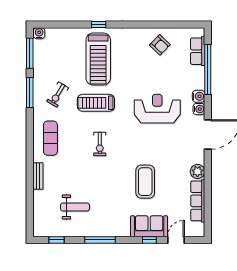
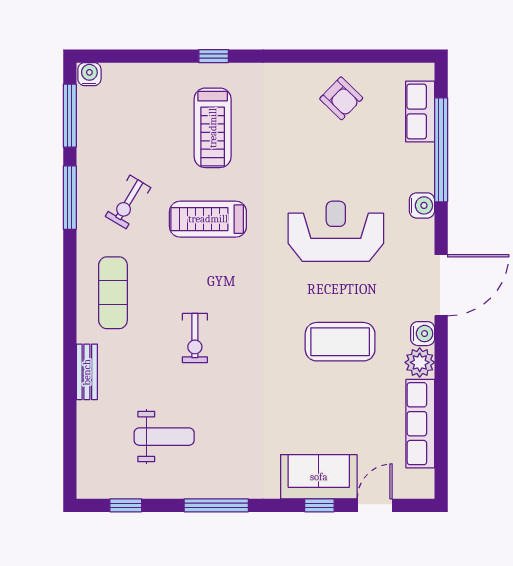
treadmill: (98, 59) -> (213, 128), width x0.73, depth x0.73
water cooler: (199, 109) -> (423, 334), moved
exercise bike: (100, 144) -> (195, 338), moved
coffee table: (145, 182) -> (340, 342), moved, turned 90

